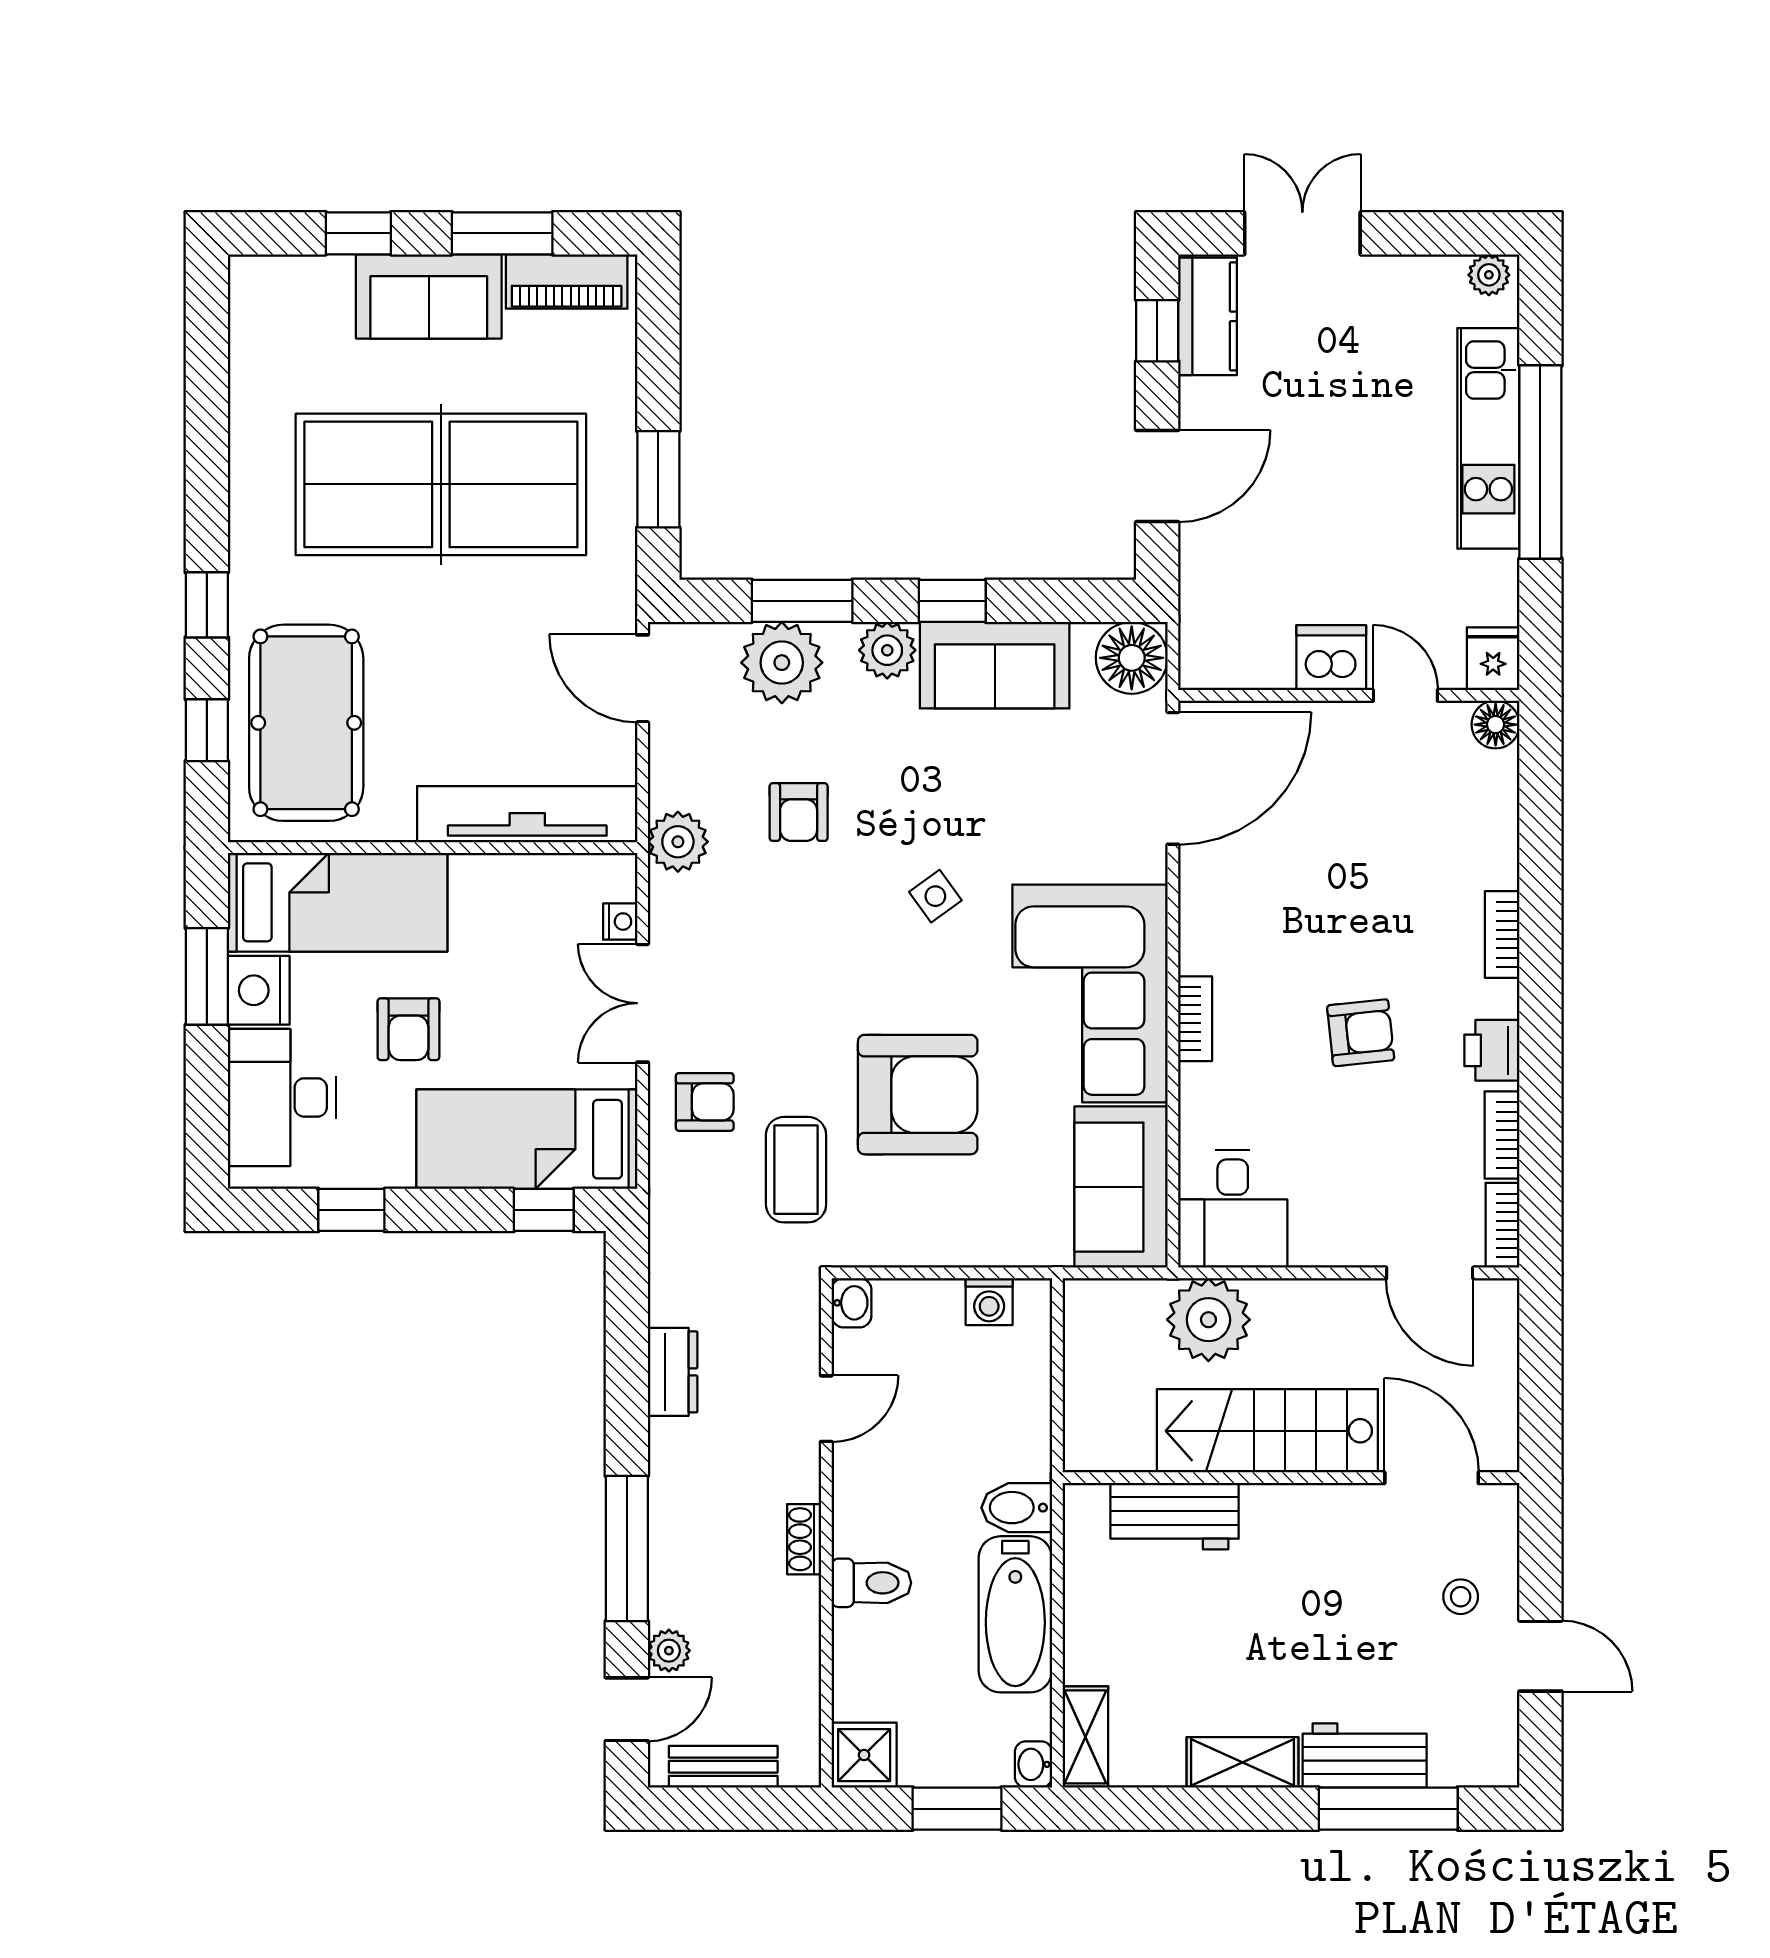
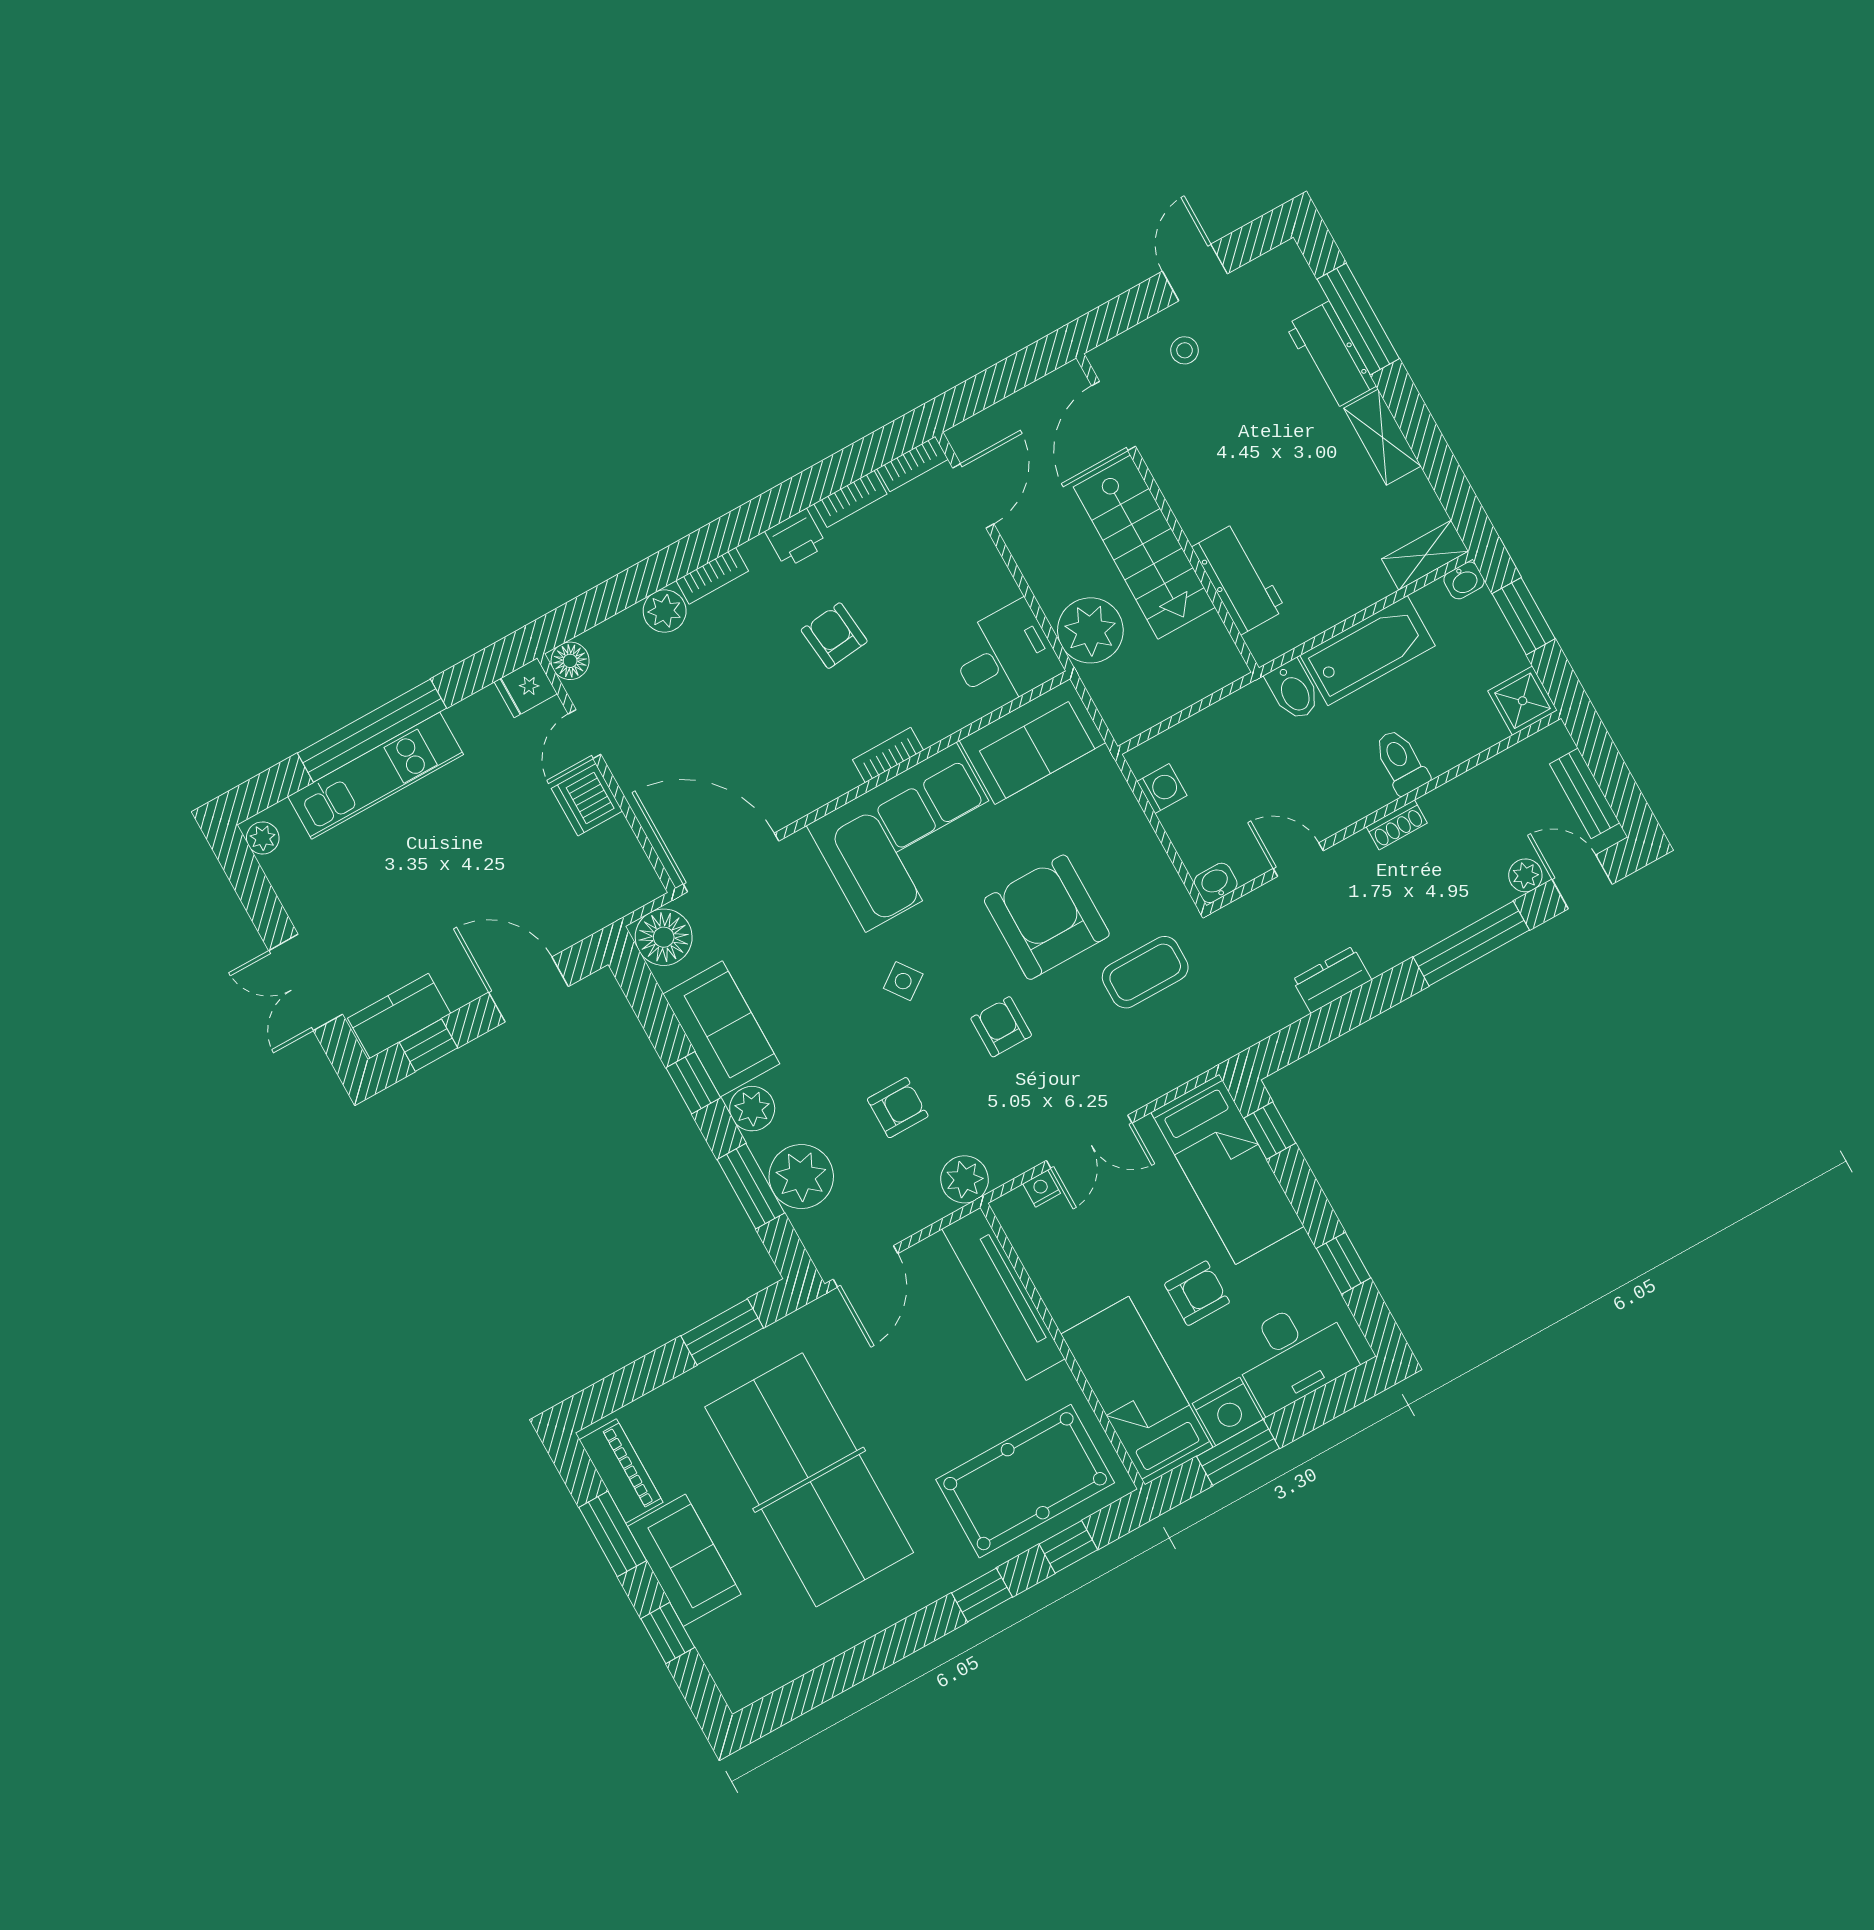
plant: (1492, 860) -> (665, 611), added
armchair: (705, 1102) -> (1001, 1027), moved

